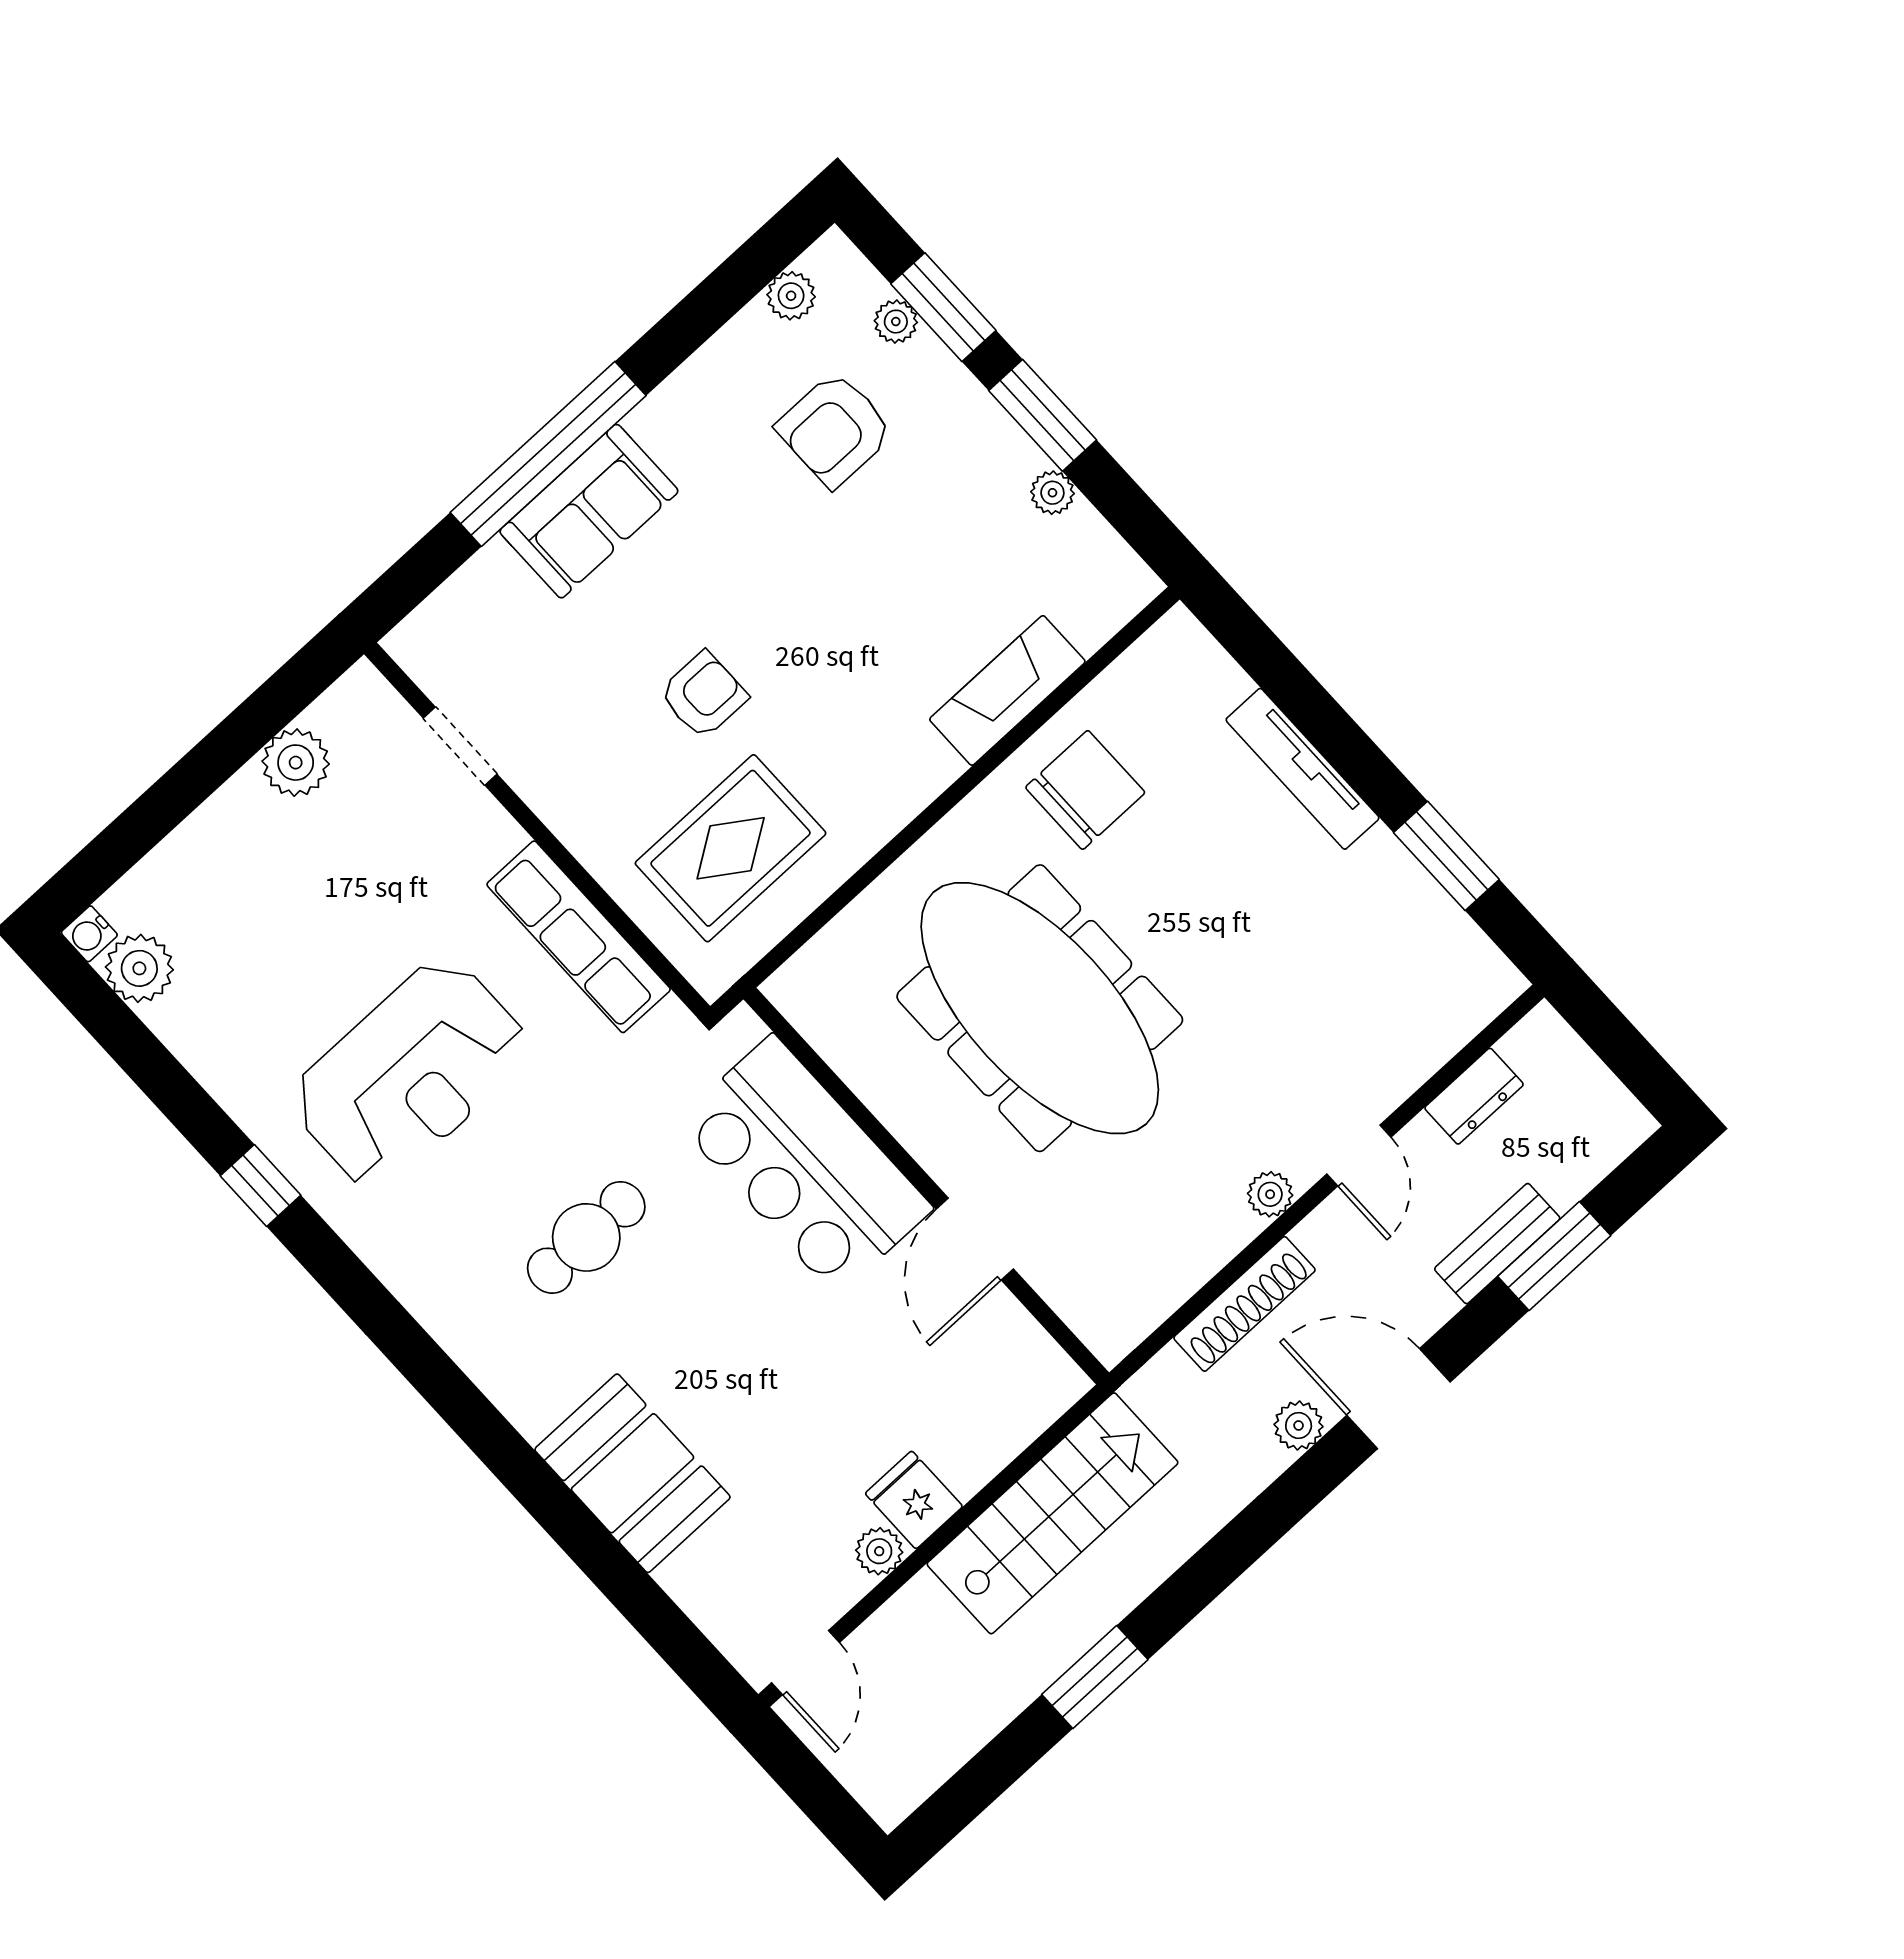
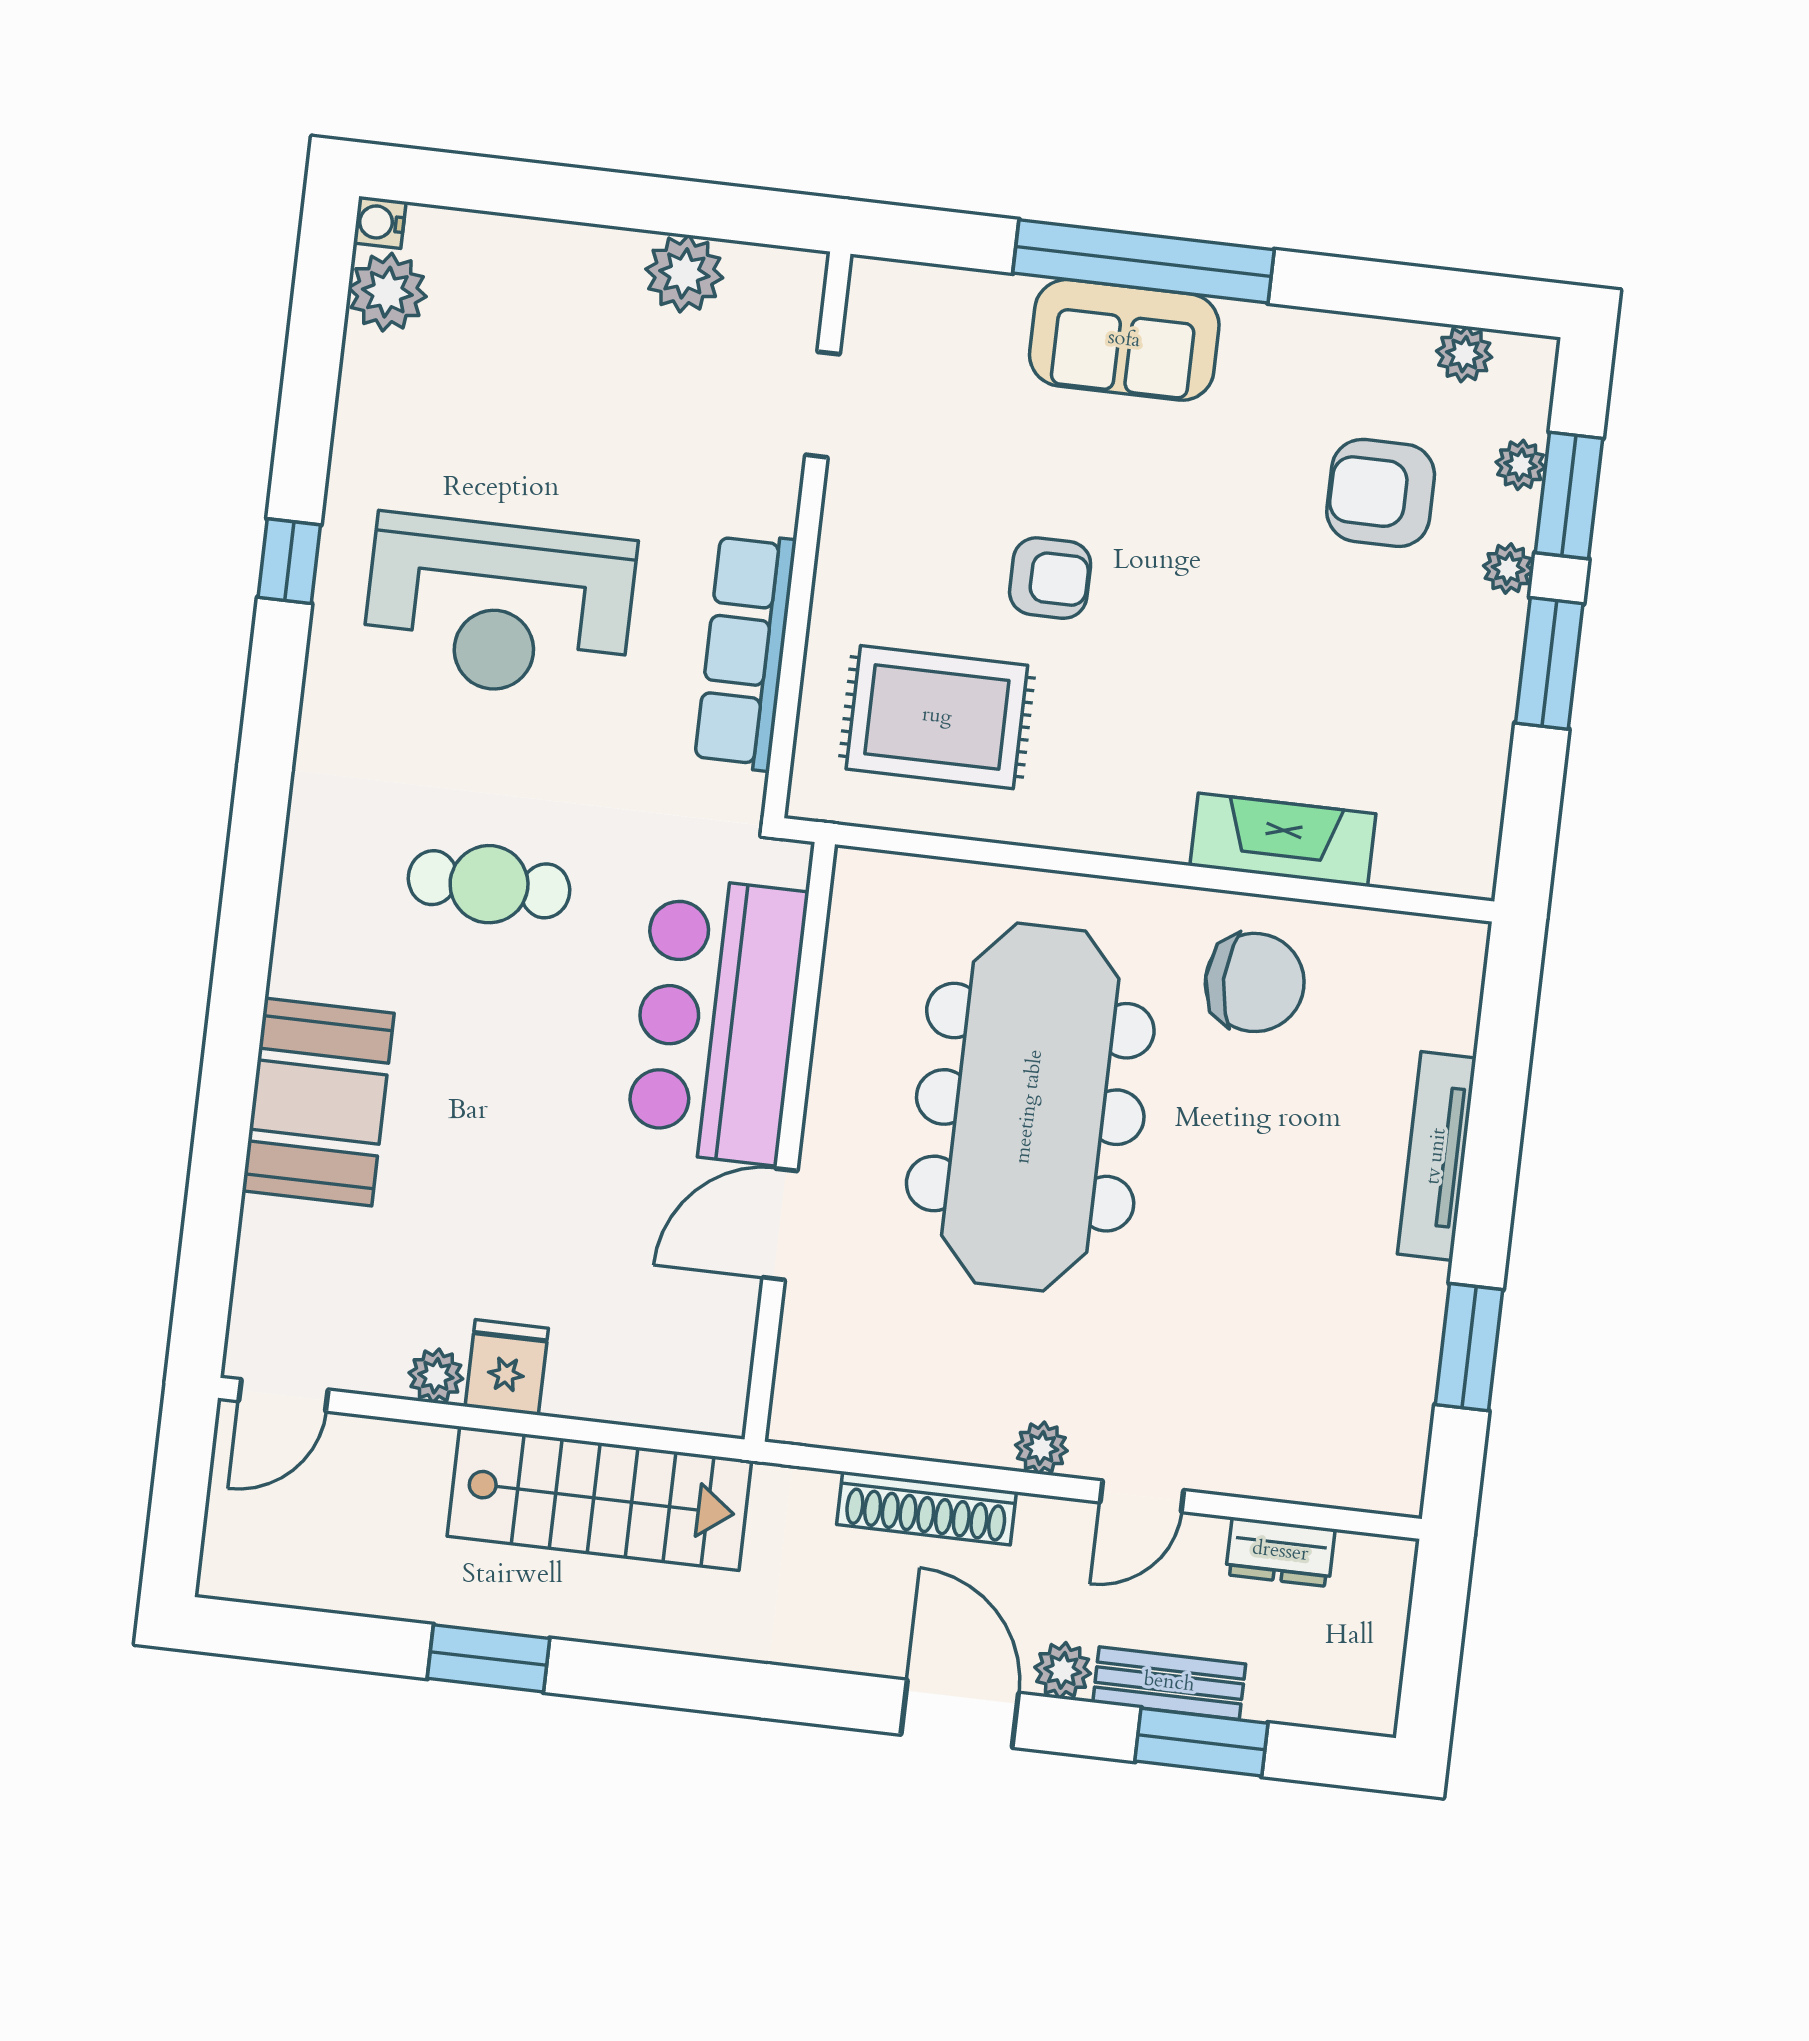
plant: (1052, 493) -> (1508, 569), moved
plant: (1299, 1425) -> (1063, 1670), moved

